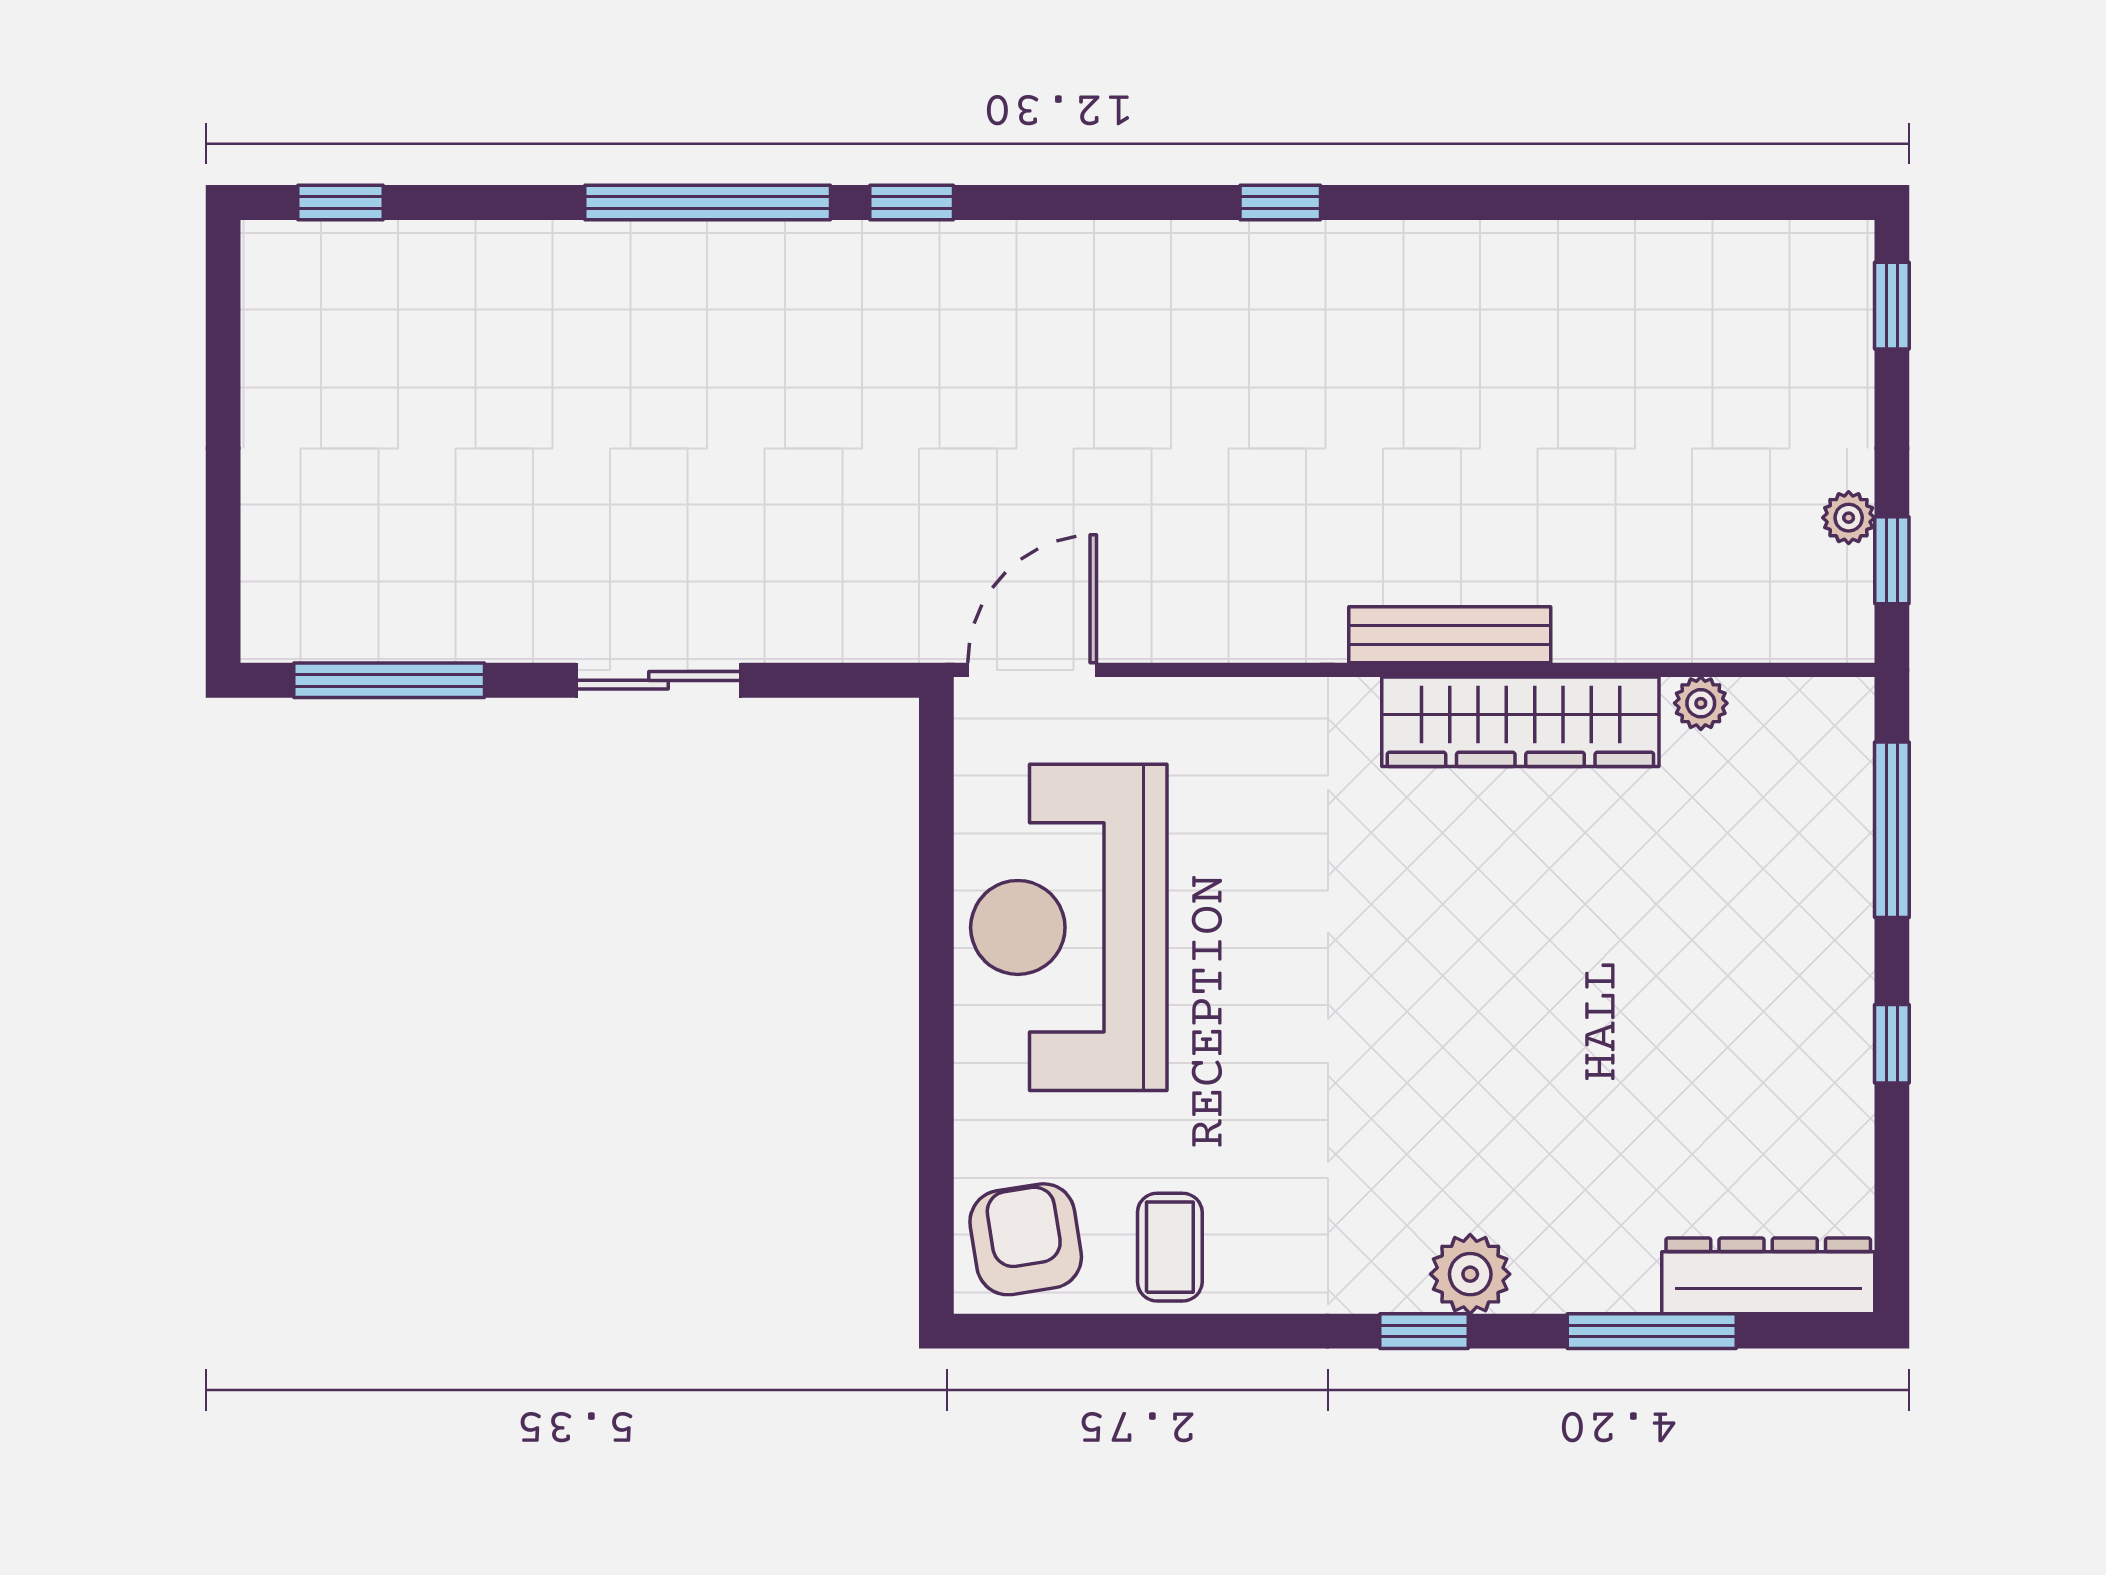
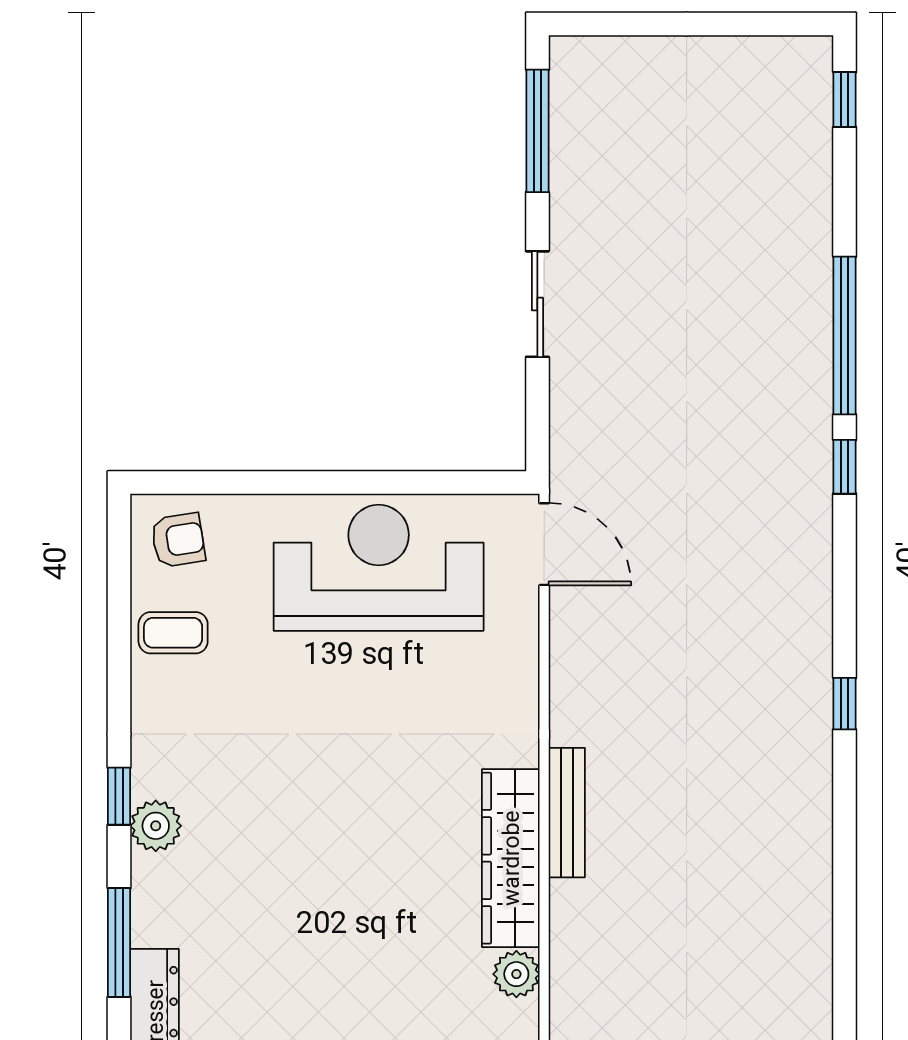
plant: (1701, 703) -> (516, 974), width x1.38, depth x1.38
armchair: (1026, 1239) -> (178, 540), width x0.72, depth x0.72

